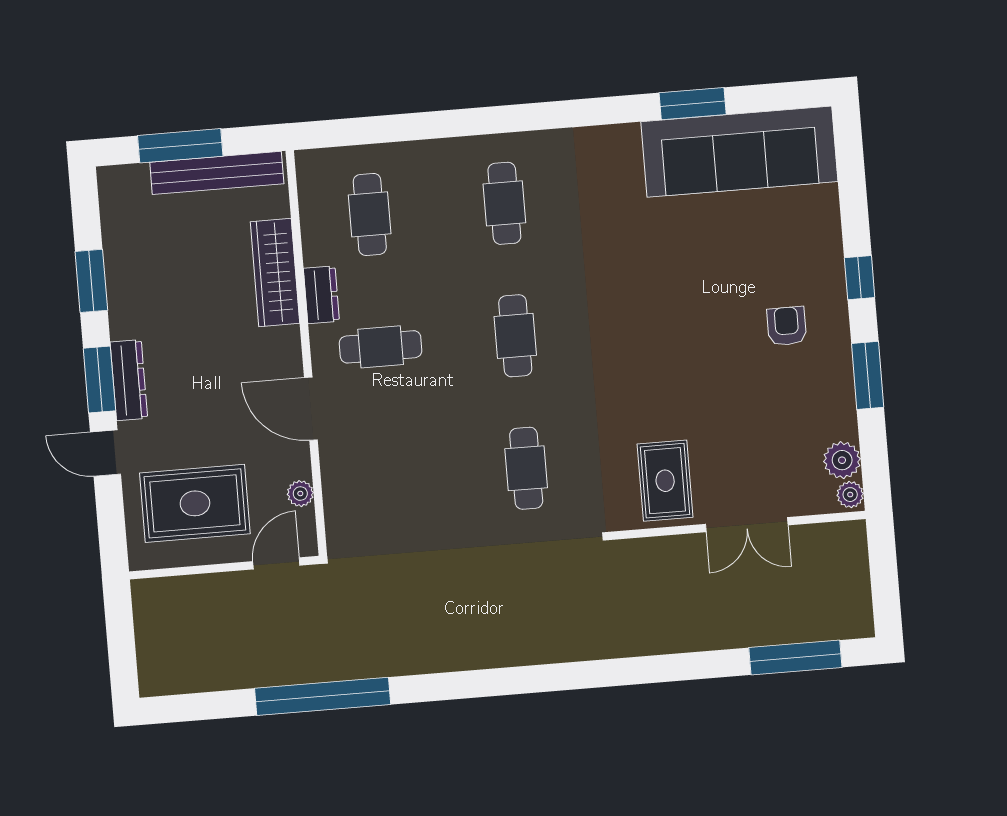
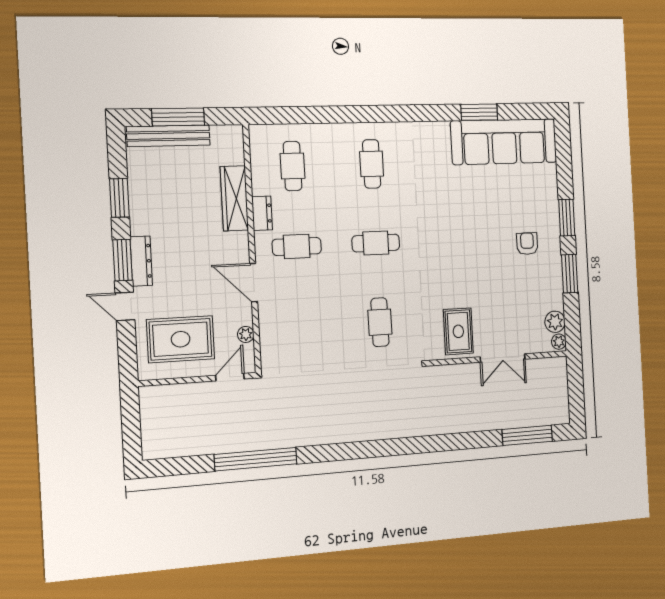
bench: (217, 173) -> (168, 136), moved
window: (860, 278) -> (567, 218), width x1.50
cafe table: (515, 336) -> (376, 243), turned 90

